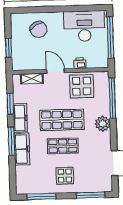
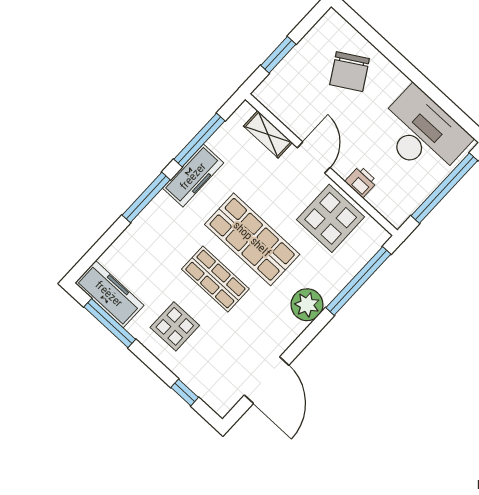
window: (10, 104) -> (199, 140), width x1.44
freezer: (22, 149) -> (109, 294), moved, turned -90
window: (91, 195) -> (185, 392), width x0.46

